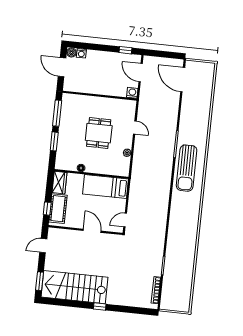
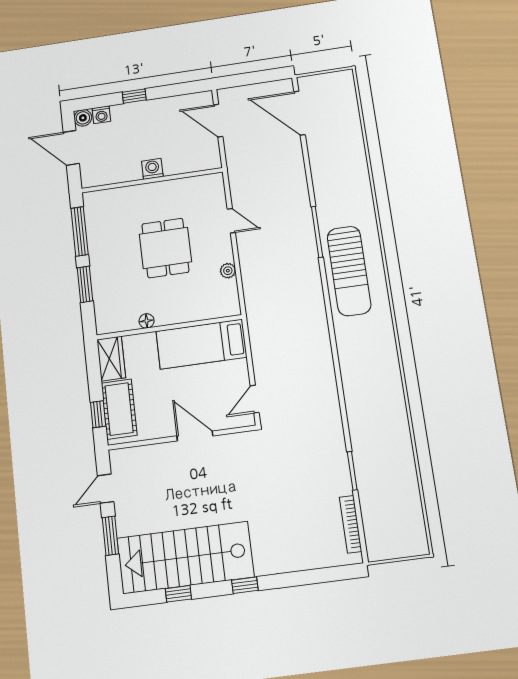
window: (125, 50) -> (134, 96), moved
washing machine: (132, 93) -> (152, 169), moved
window: (40, 281) -> (110, 536), moved
window: (67, 303) -> (178, 594), added

